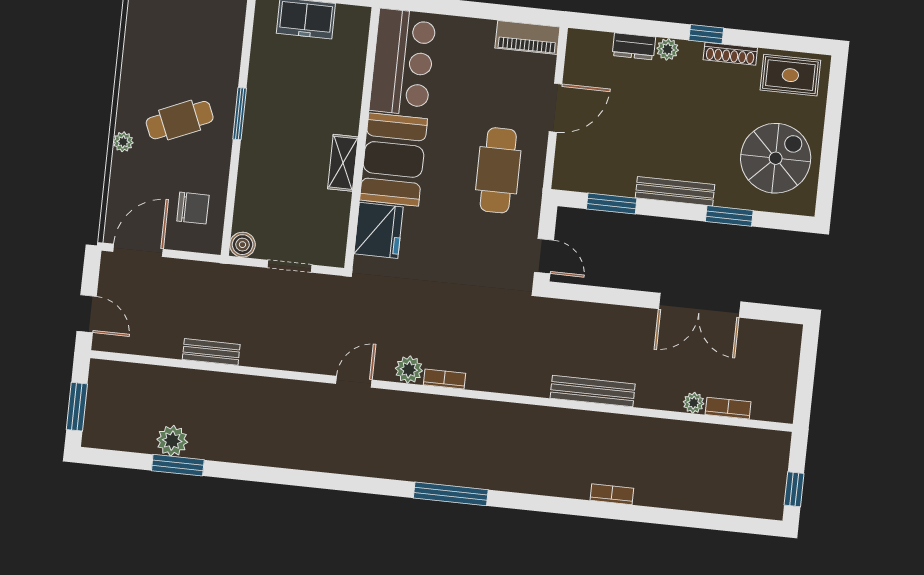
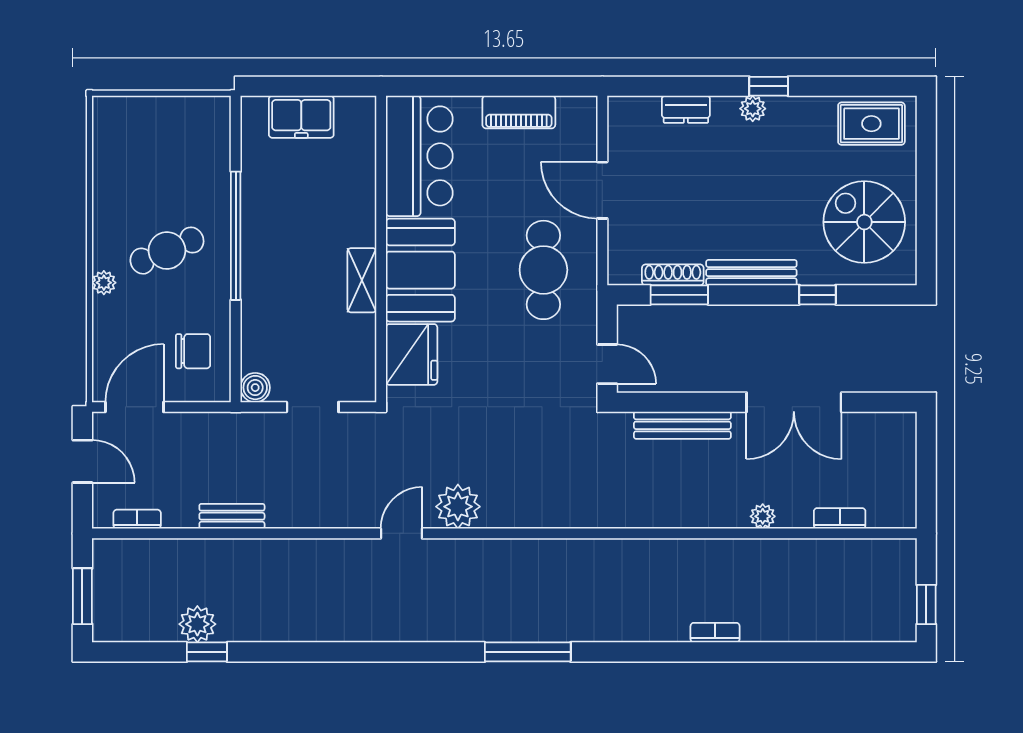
piano: (527, 38) -> (519, 112), moved
plant: (668, 49) -> (753, 109), moved
shoe rack: (730, 54) -> (673, 275), moved, turned 180
door: (555, 108) -> (602, 190), swing flipped
window: (240, 114) -> (236, 236), width x2.11
spiral stairs: (776, 158) -> (864, 222), turned -90
window: (729, 216) -> (817, 295), width x0.67
door: (87, 314) -> (82, 461), moved
plant: (409, 369) -> (458, 507), width x1.36, depth x1.36
bookcase: (444, 379) -> (137, 519), moved
bench: (593, 391) -> (682, 425), moved
plant: (694, 403) -> (763, 516), moved
window: (178, 465) -> (207, 652), width x0.67

